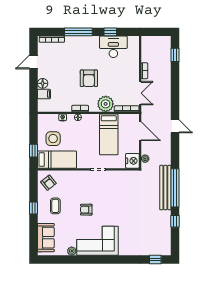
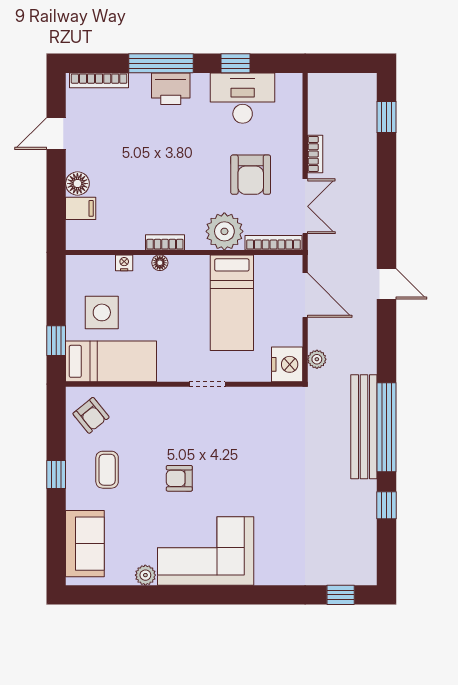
printer: (83, 43) -> (171, 89), added
armchair: (89, 78) -> (251, 175), moved

